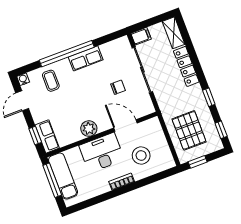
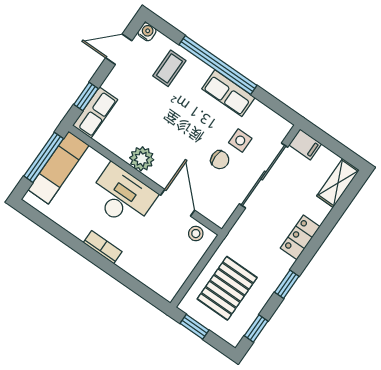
locker: (186, 66) -> (300, 237), width x0.66
side table: (115, 69) -> (240, 141), added
stool: (141, 155) -> (196, 234), moved, width x0.53, depth x0.53

